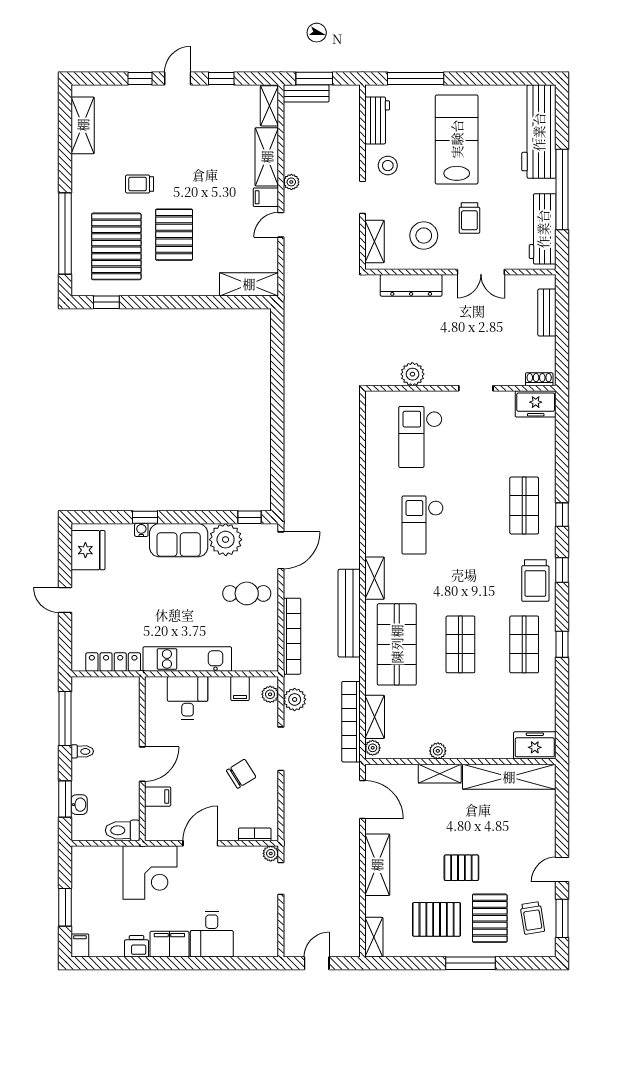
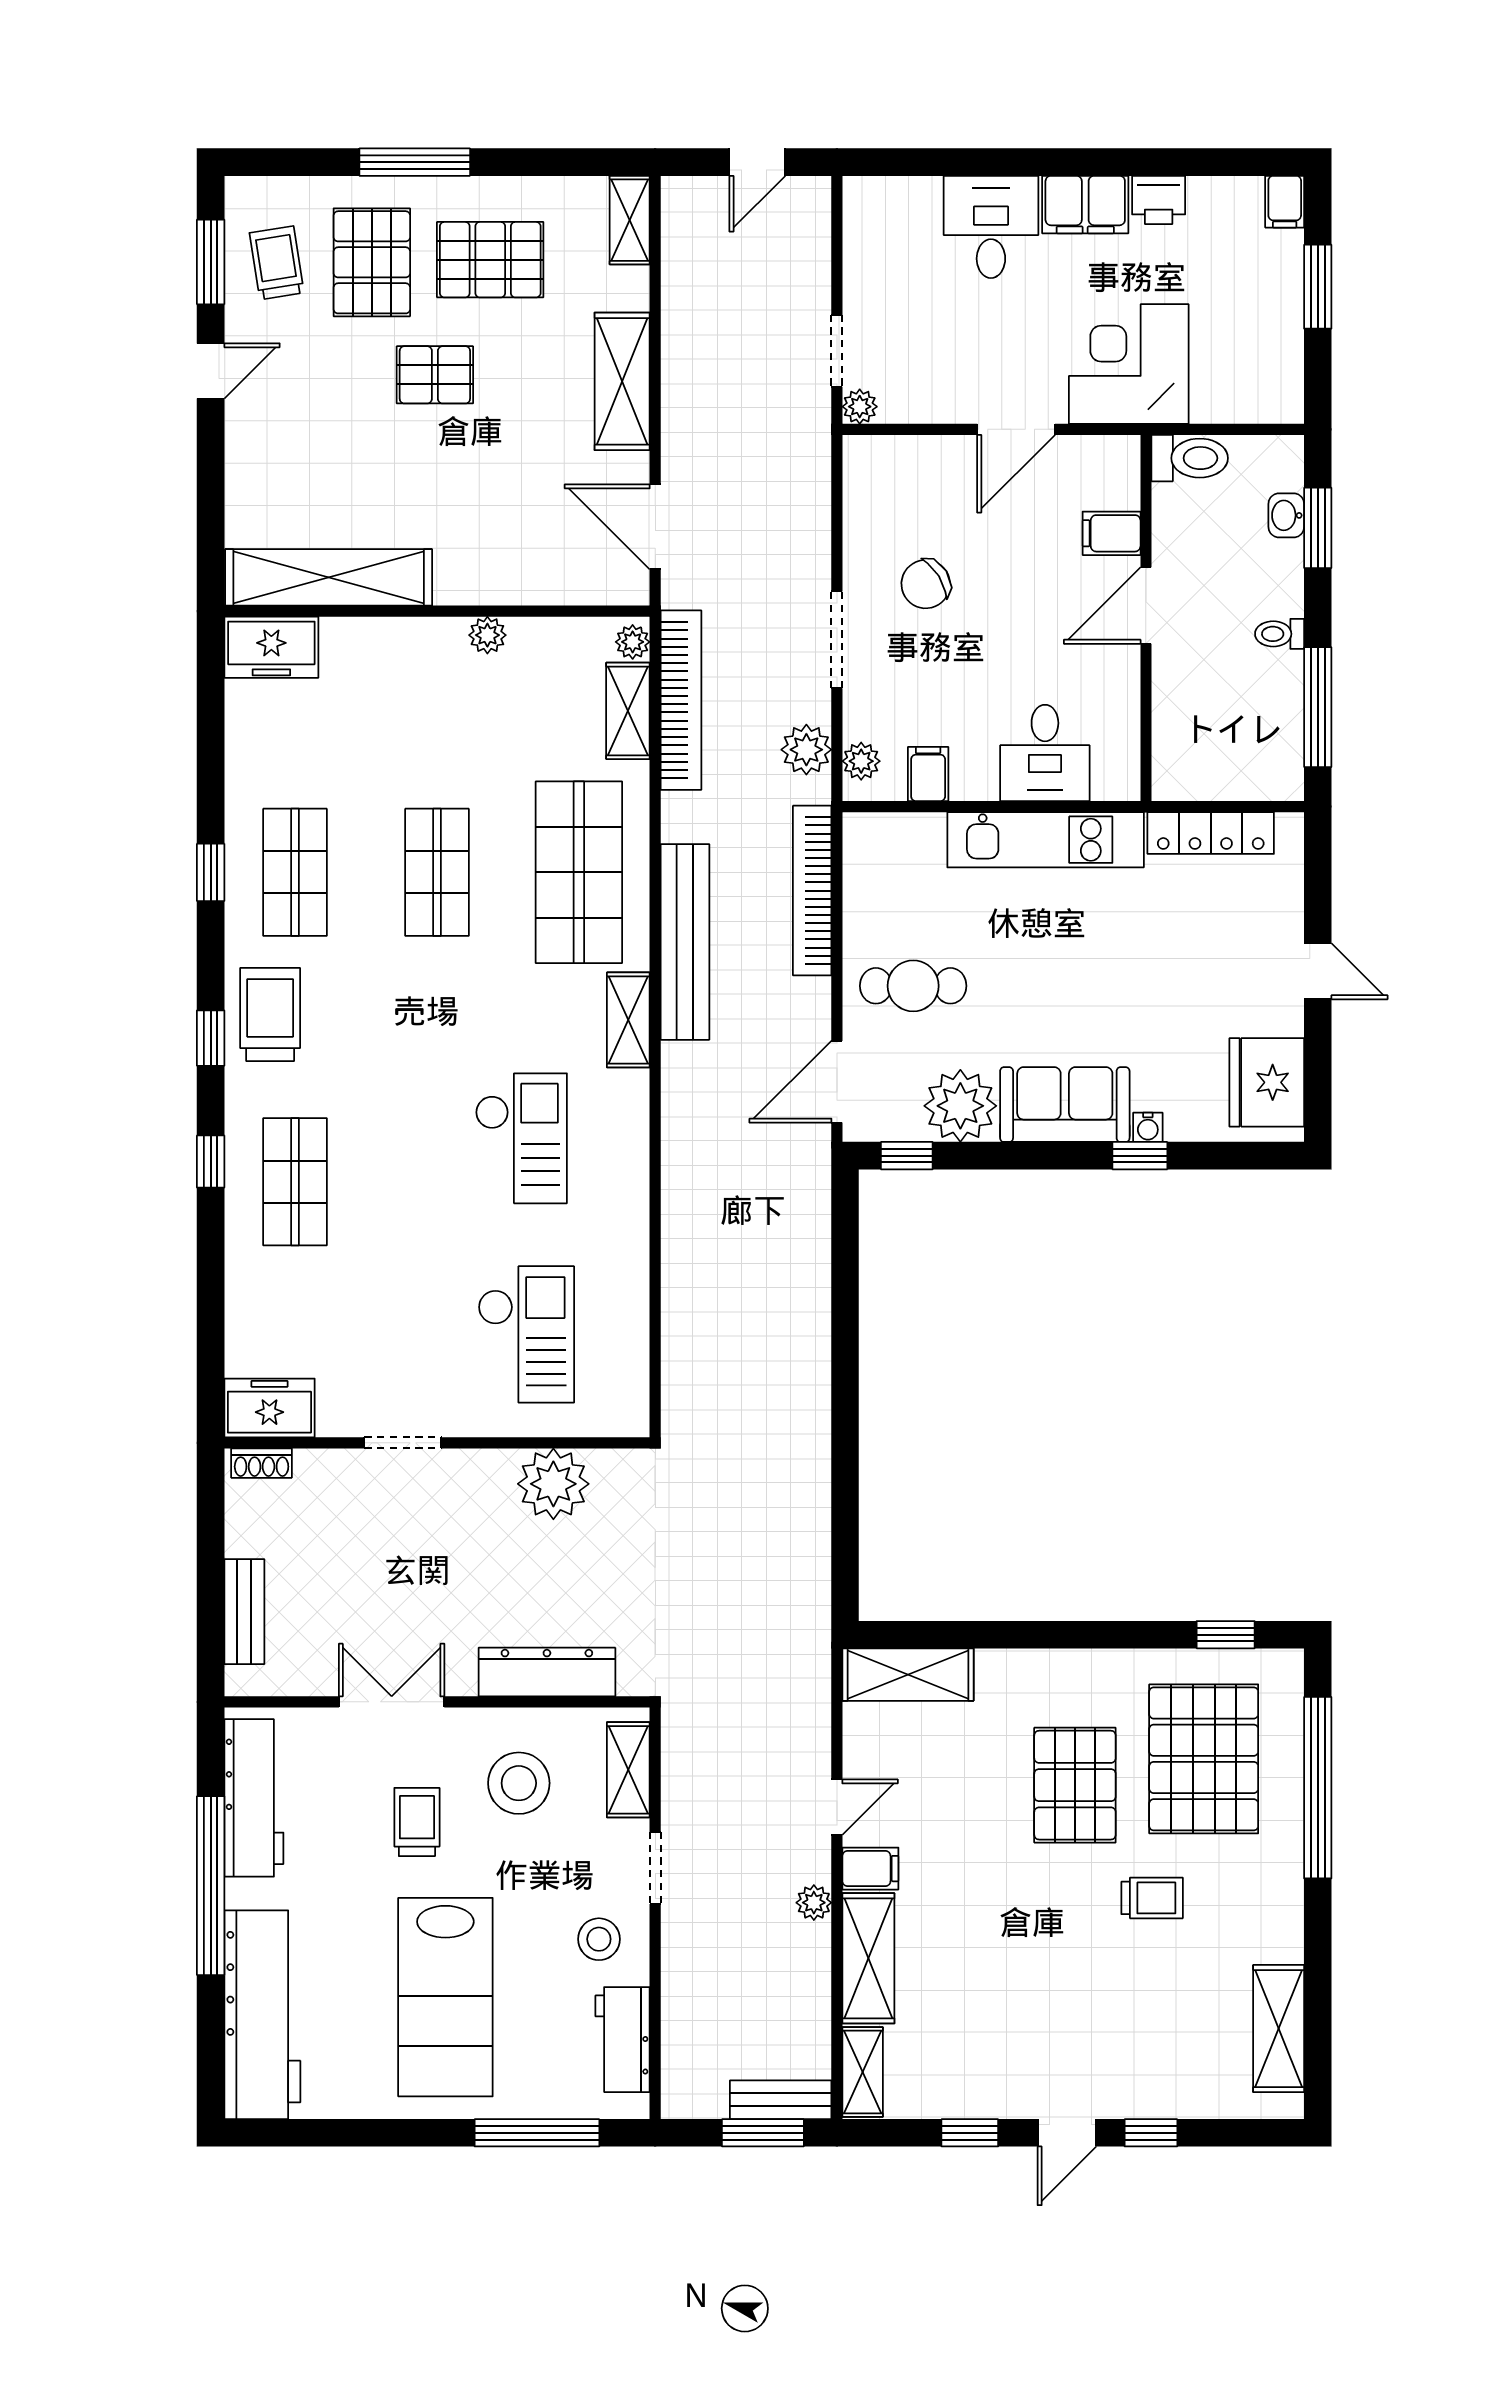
plant: (412, 374) -> (553, 1484), width x1.36, depth x1.36
shelving: (440, 774) -> (483, 584), removed
bookcase: (255, 834) -> (895, 449), removed

